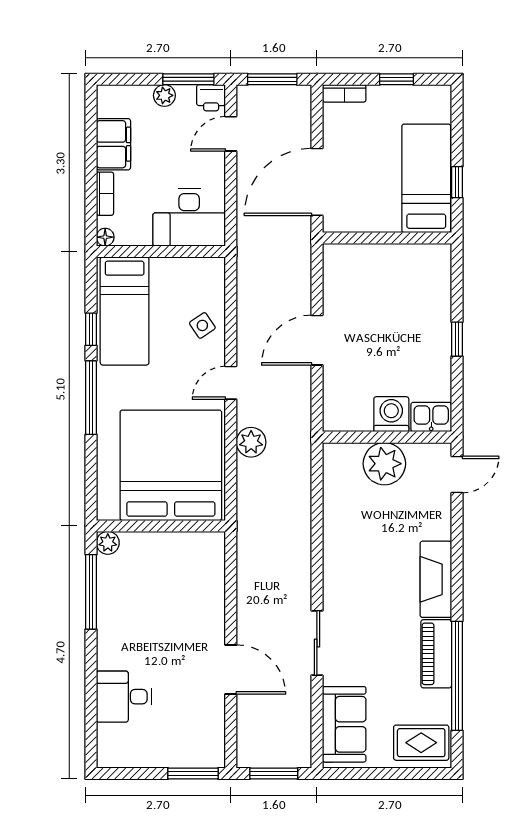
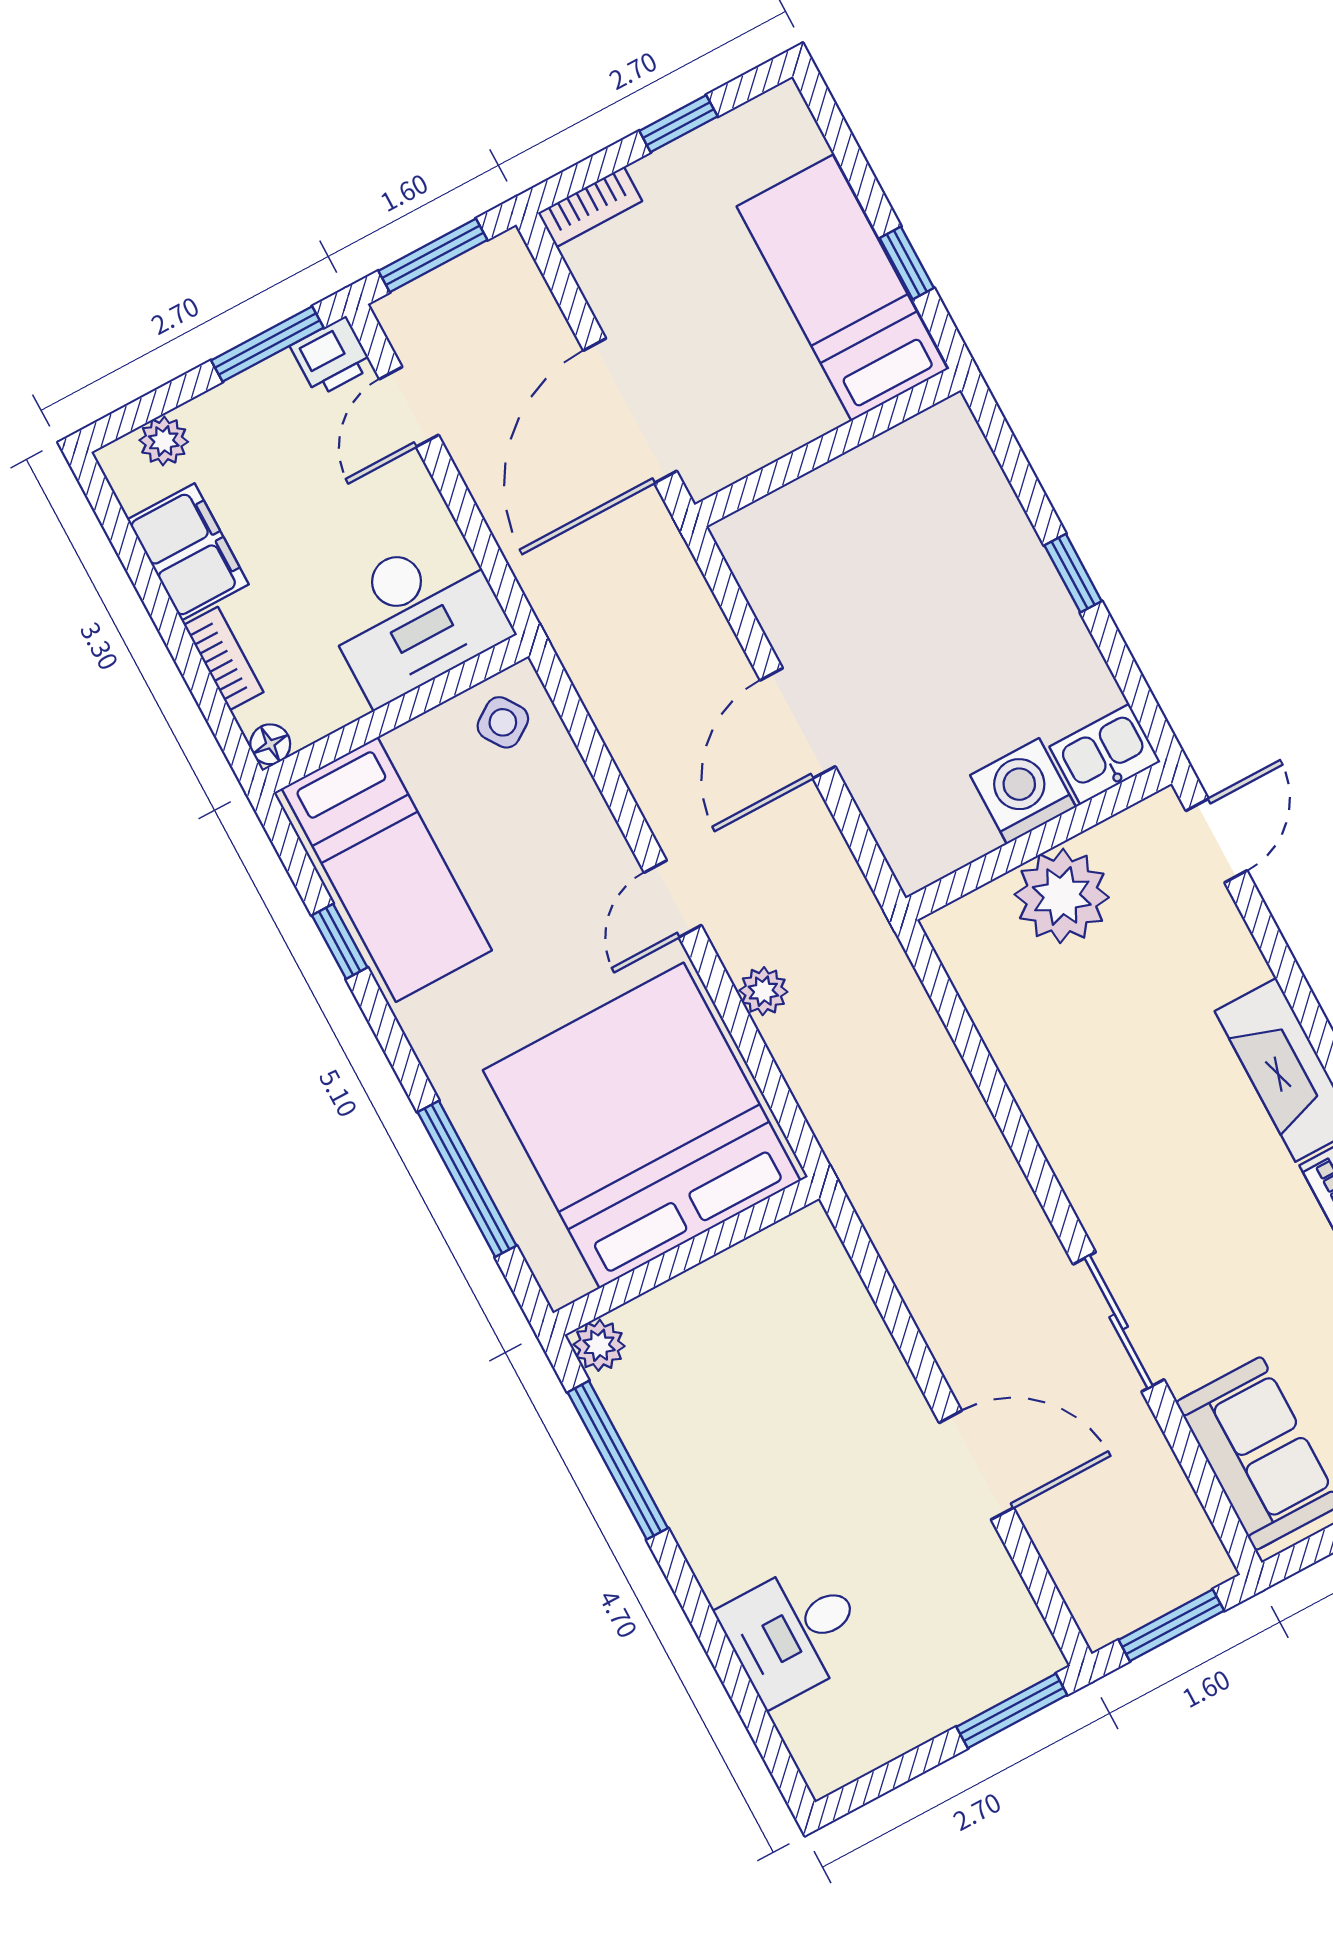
plant: (164, 95) -> (164, 441), moved
side table: (202, 325) -> (503, 722), moved
window: (91, 398) -> (467, 1179), moved
plant: (251, 442) -> (763, 991), width x0.73, depth x0.73

